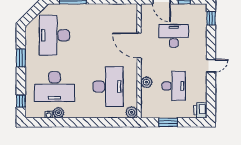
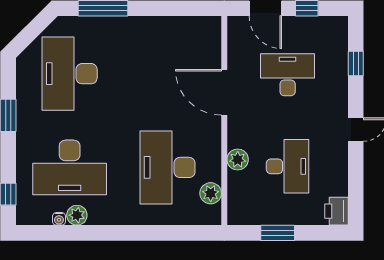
window: (211, 18) -> (356, 64), moved
desk: (108, 87) -> (168, 167), turned 180
plant: (132, 112) -> (211, 193), moved

